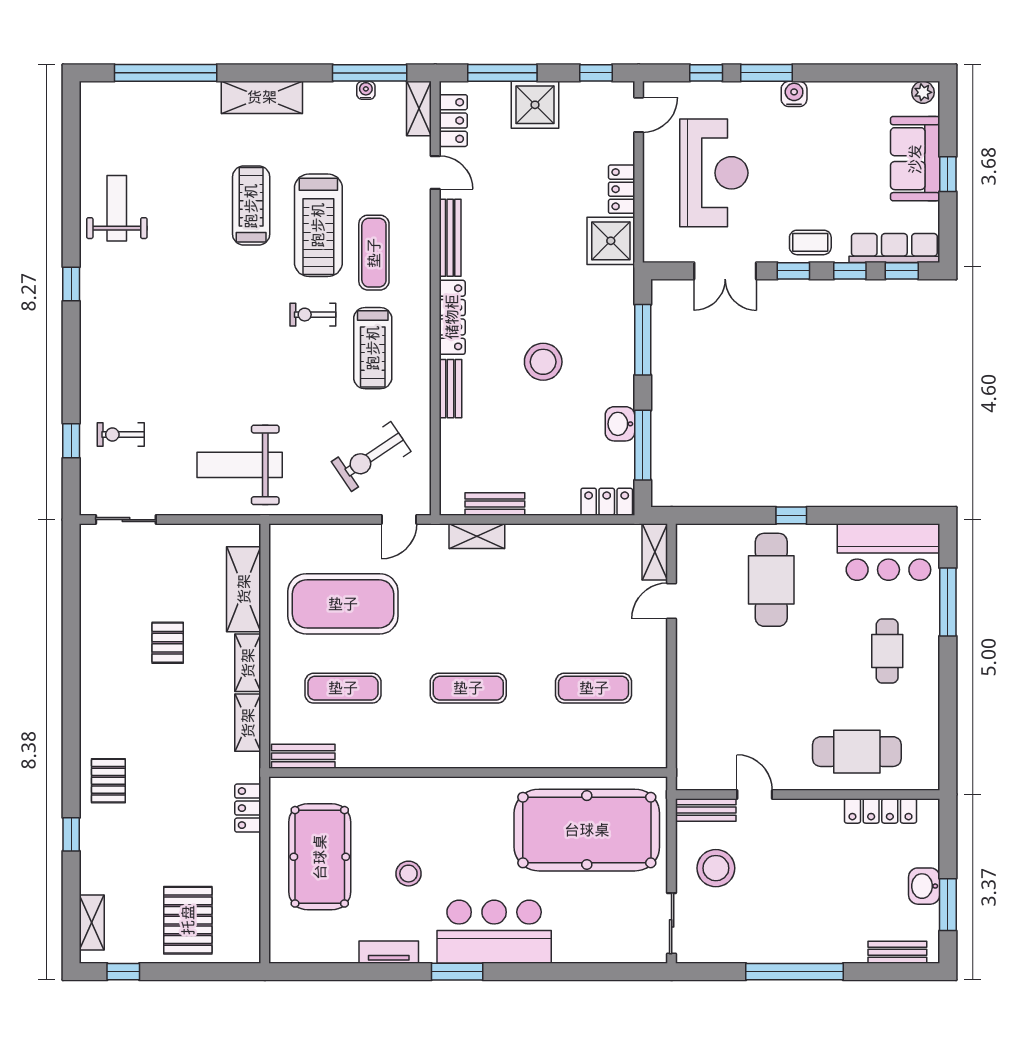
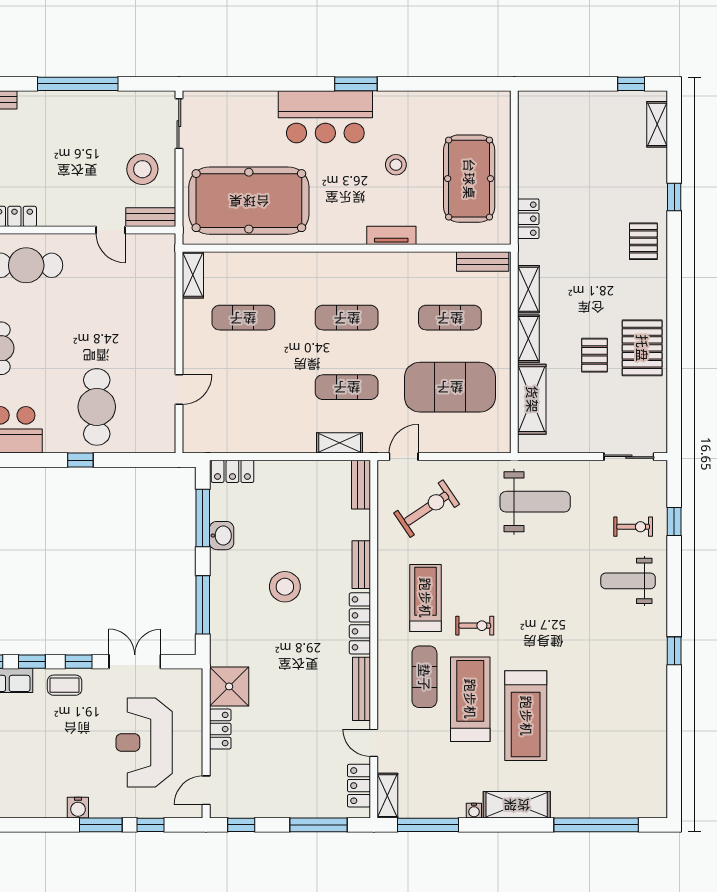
water cooler: (366, 90) -> (474, 811), moved
shower: (535, 105) -> (292, 799), removed
treadmill: (251, 206) -> (526, 716), width x1.37, depth x1.38
weight bench: (117, 208) -> (628, 581), moved, turned 90
bench: (495, 504) -> (361, 485), moved, turned 90
shelving: (655, 552) -> (193, 275), moved
exercise mat: (468, 604) -> (347, 387), added
pallet: (188, 920) -> (642, 348), moved
tv unit: (389, 952) -> (391, 235), moved, turned 180

